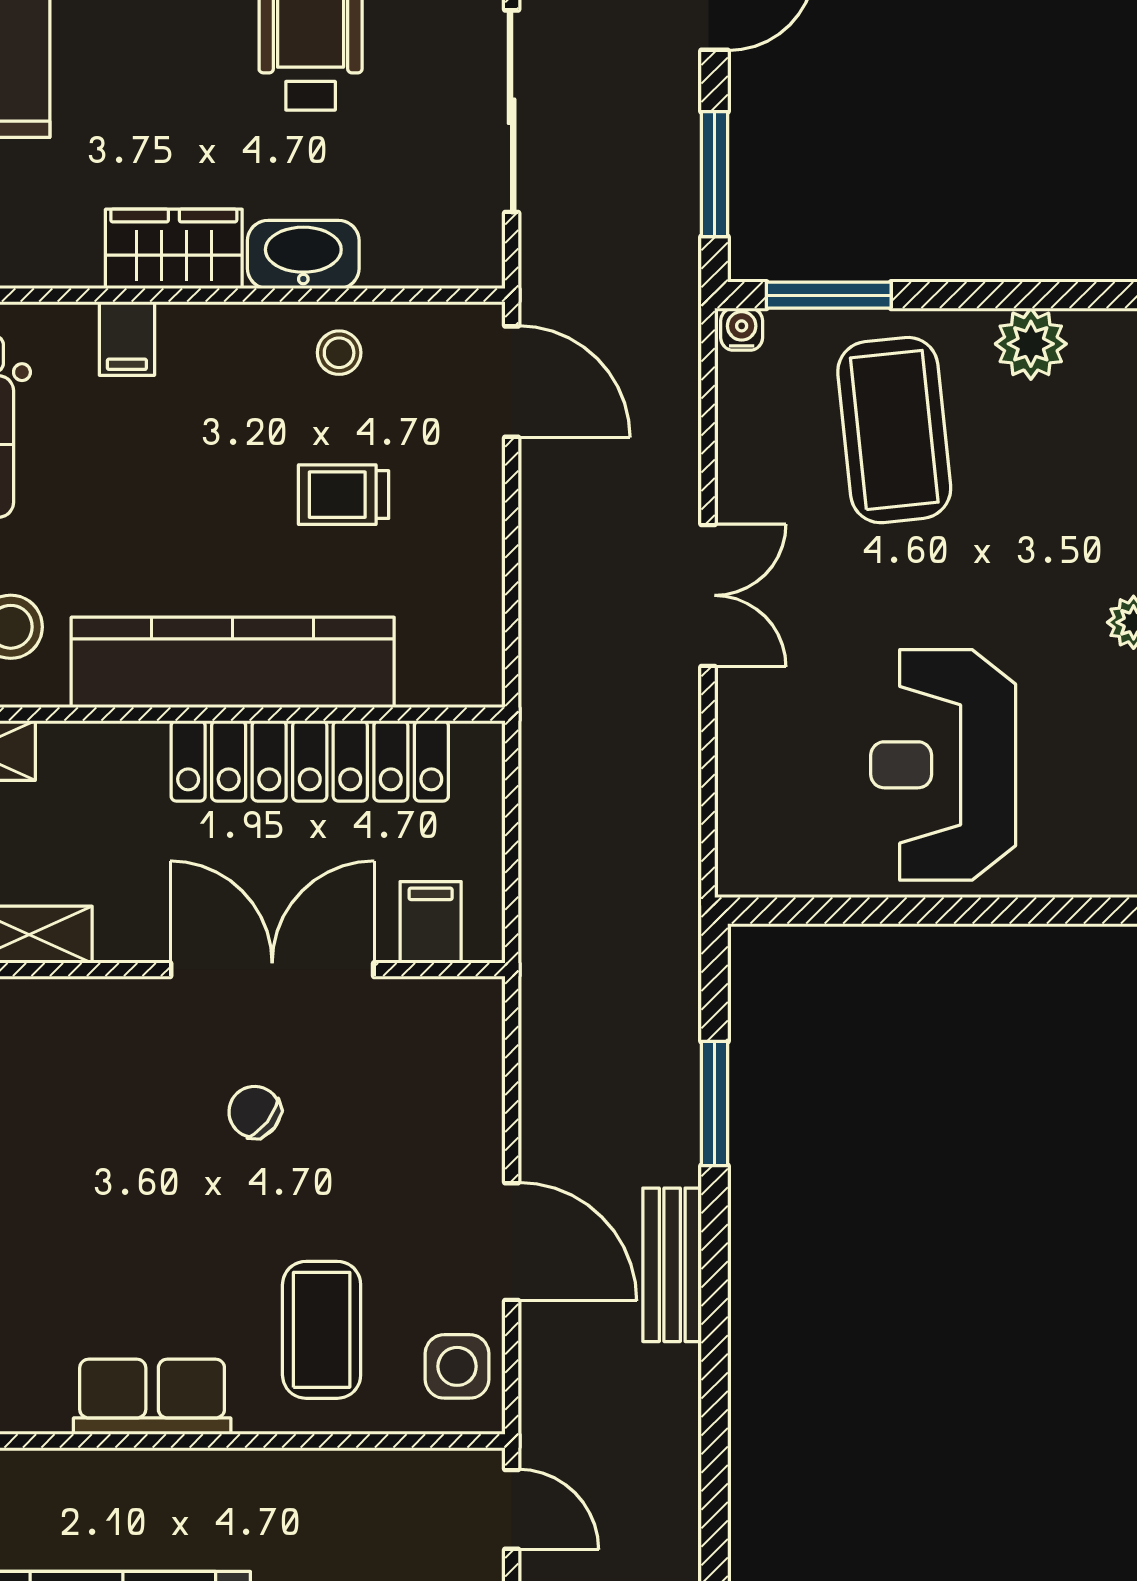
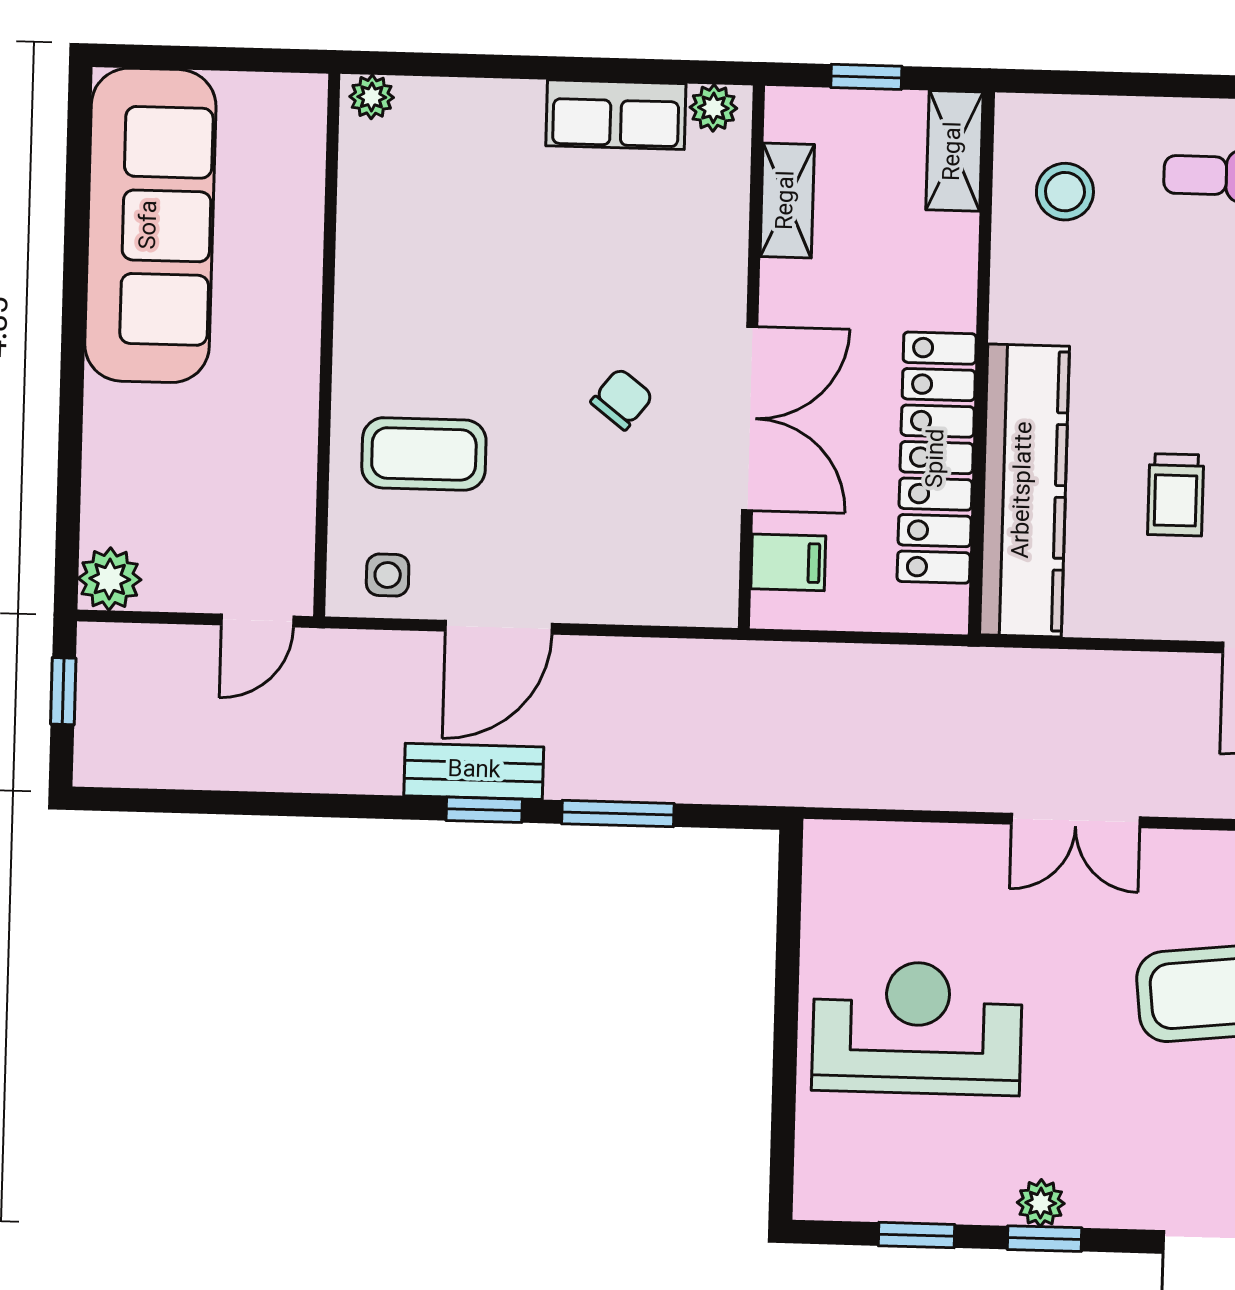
trolley: (344, 495) -> (1176, 495), turned 180
kitchen counter: (233, 662) -> (1024, 490), moved
window: (715, 1252) -> (484, 810), added
side table: (457, 1366) -> (388, 575), width x0.73, depth x0.73
row of seats: (152, 1397) -> (368, 300), removed

